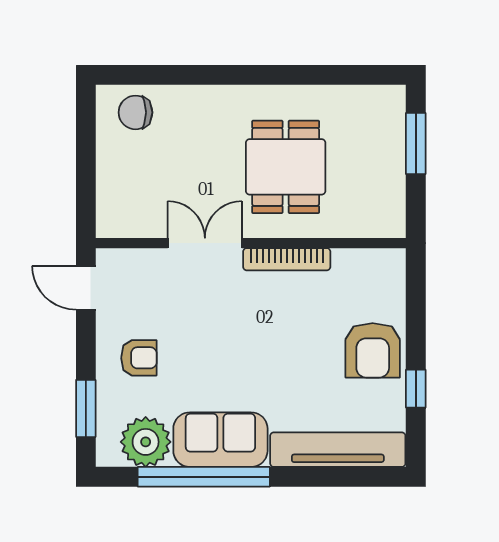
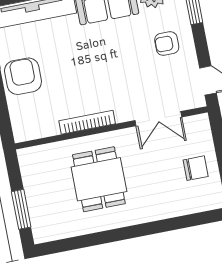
chair: (135, 112) -> (196, 168), moved
double door: (205, 243) -> (158, 119), moved

